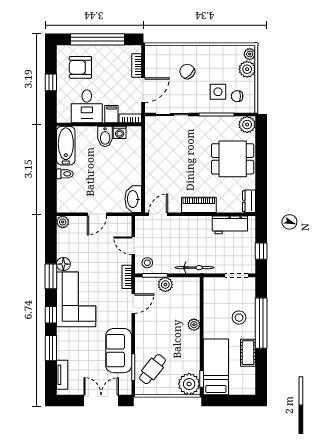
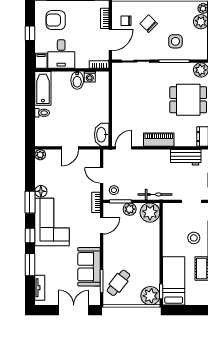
chair: (237, 96) -> (126, 21), moved
filing cabinet: (111, 114) -> (41, 61), moved
plant: (194, 325) -> (150, 213), moved, width x1.88, depth x1.88

